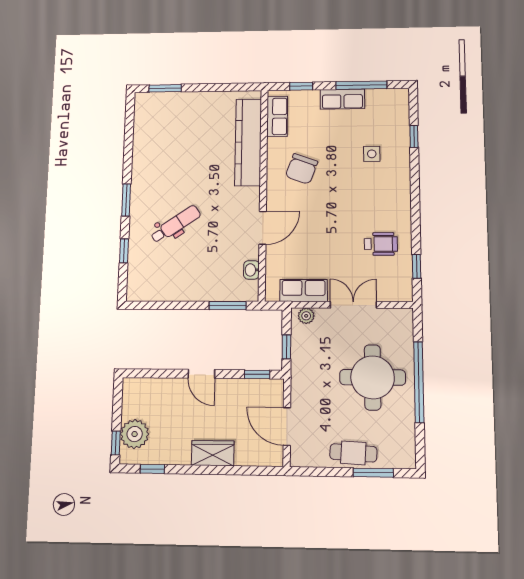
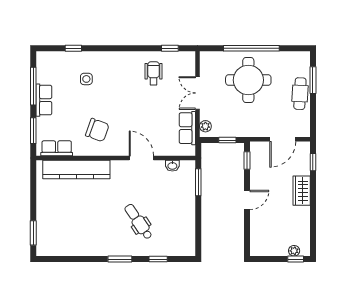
window: (301, 86) -> (33, 131), width x1.50
plant: (135, 434) -> (294, 251), width x0.53, depth x0.53
window: (152, 469) -> (313, 162), moved

